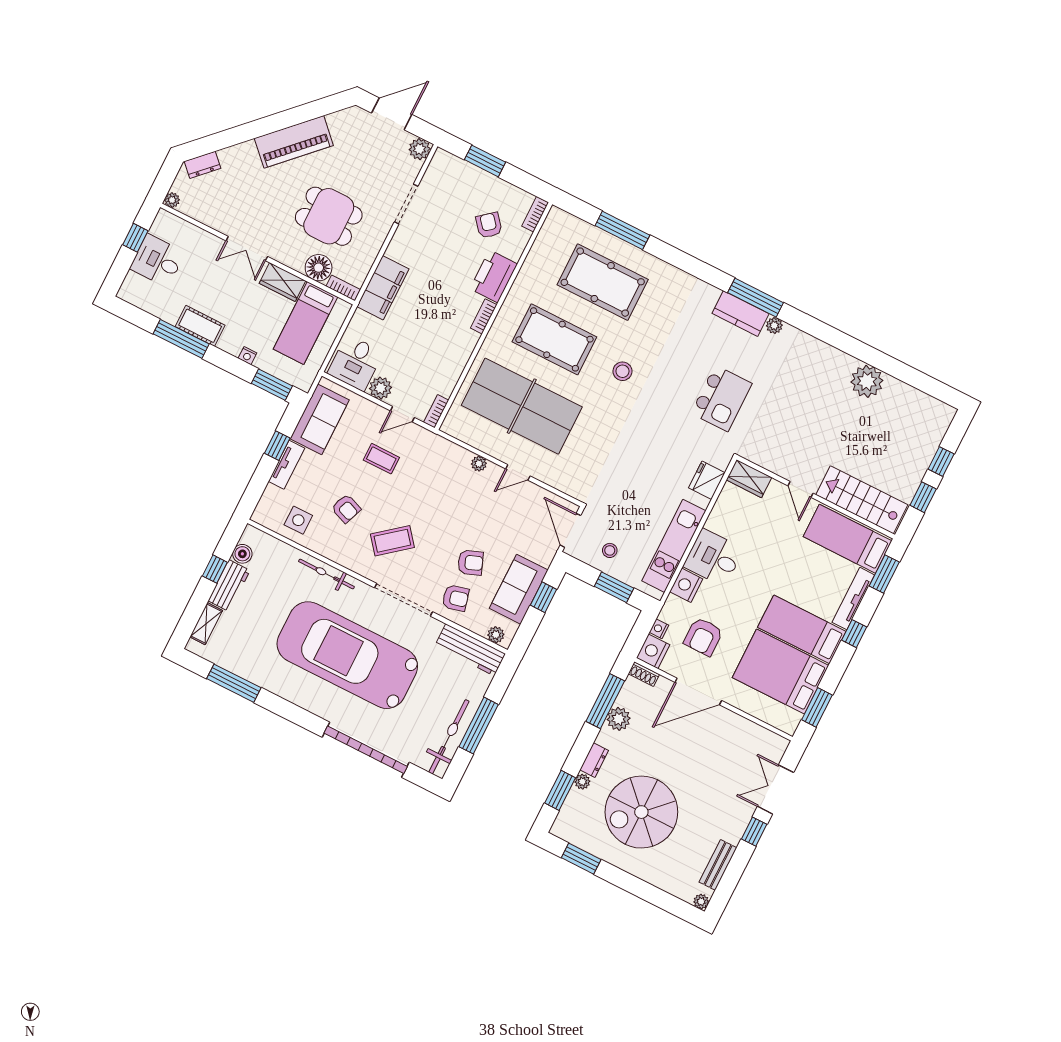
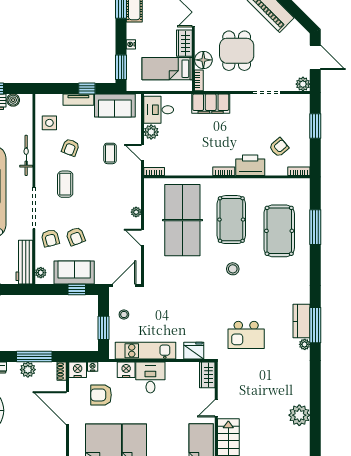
coffee table: (392, 541) -> (65, 184), turned 39

